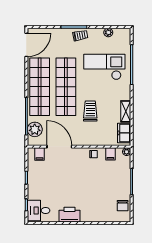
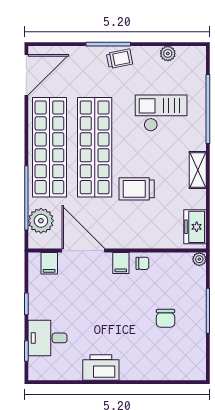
checkout: (104, 67) -> (161, 113), width x0.73, depth x0.83
trolley: (90, 111) -> (137, 189), turned -90
shelving: (126, 111) -> (198, 170), moved
filing cabinet: (110, 154) -> (121, 263), moved
chair: (123, 206) -> (166, 318), moved
desk: (39, 211) -> (48, 338), moved

